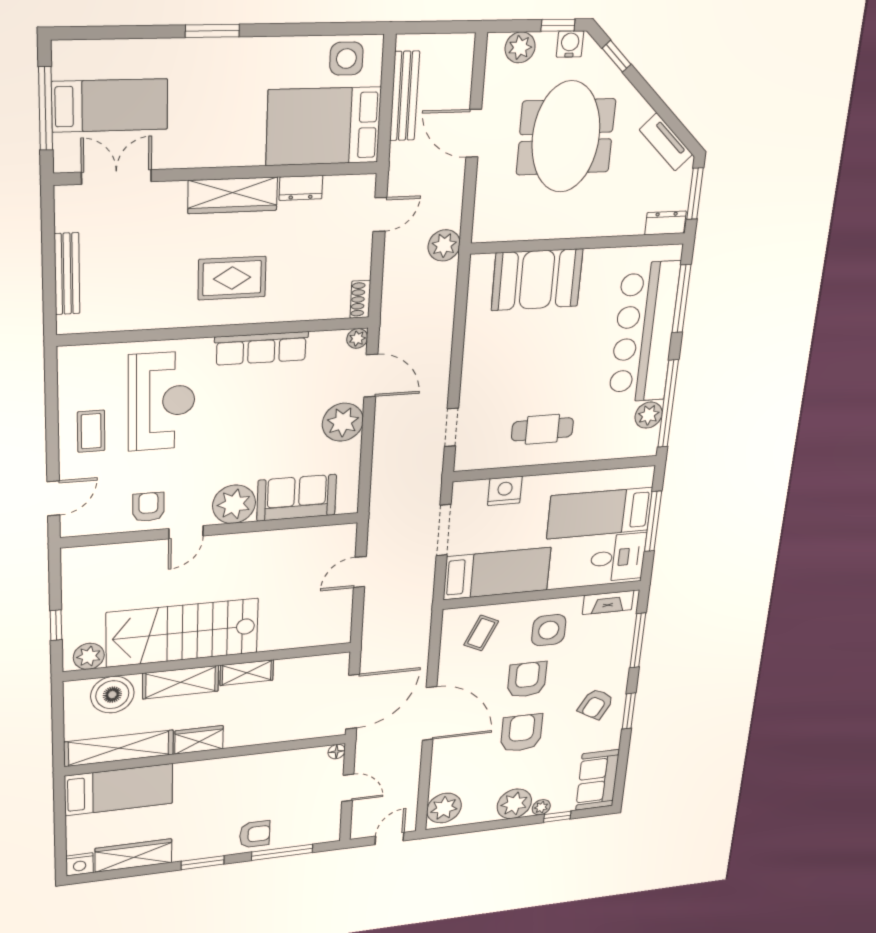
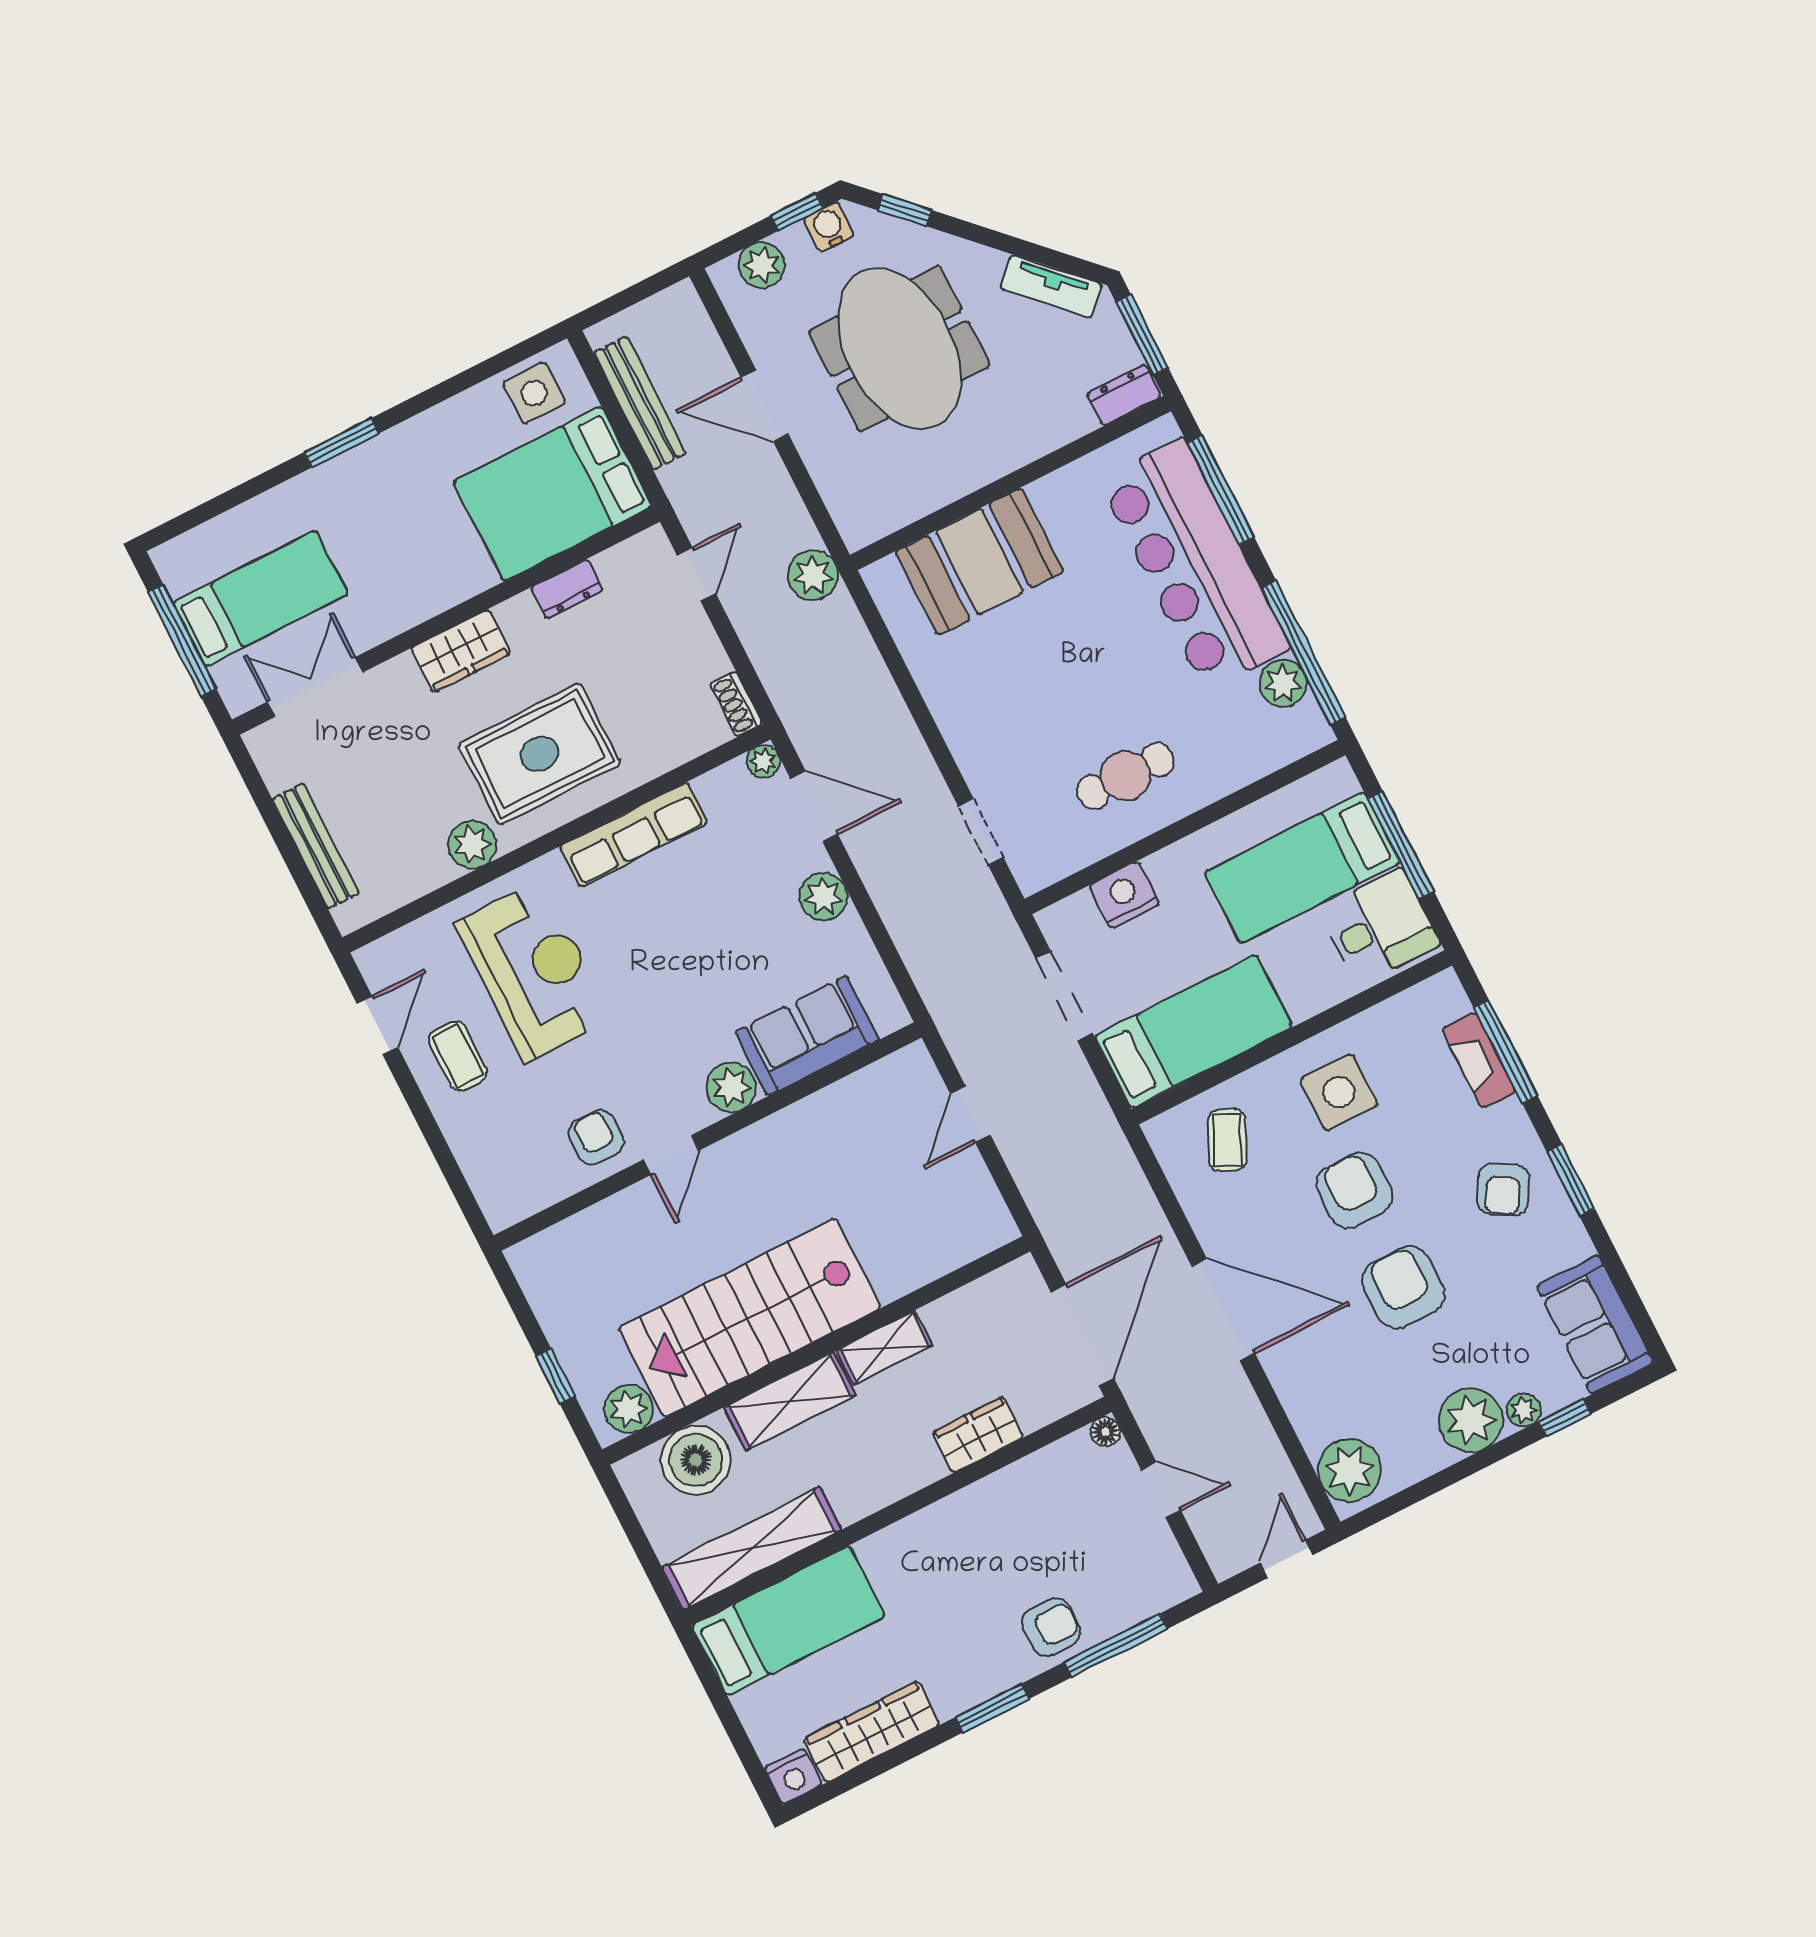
wardrobe: (233, 195) -> (461, 651), width x0.67
rug: (232, 278) -> (539, 754), width x1.36, depth x1.43
plant: (164, 314) -> (472, 845), added
plant: (343, 422) -> (823, 897), width x0.73, depth x0.73
door: (53, 498) -> (377, 1025), moved
plant: (234, 504) -> (731, 1087), width x0.73, depth x0.73
fireplace: (608, 603) -> (1479, 1060), moved, turned 90
wardrobe: (199, 740) -> (978, 1435), moved

